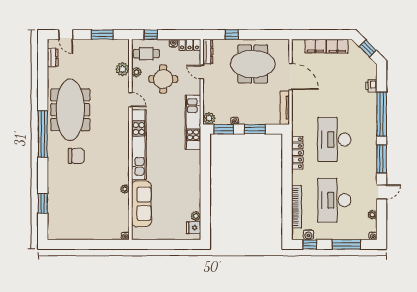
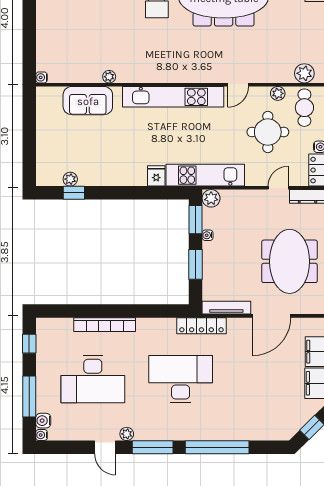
plant: (122, 69) -> (304, 73), moved
printer: (371, 86) -> (258, 433), removed
locker: (297, 153) -> (201, 326), moved
desk: (334, 200) -> (93, 379), turned 180
sofa: (141, 204) -> (88, 101), width x0.73
bookcase: (297, 207) -> (105, 325), moved
window: (205, 213) -> (74, 193), added
plant: (372, 215) -> (127, 434), moved
fridge: (194, 228) -> (156, 176), moved
water cooler: (308, 235) -> (43, 421), moved

